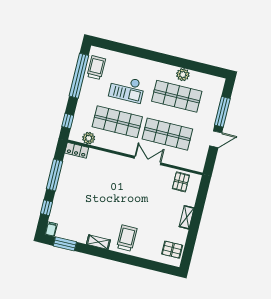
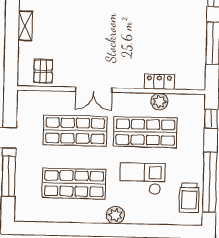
plant: (183, 75) -> (115, 215), moved
plant: (89, 138) -> (159, 102), moved
locker: (77, 150) -> (159, 82), moved

